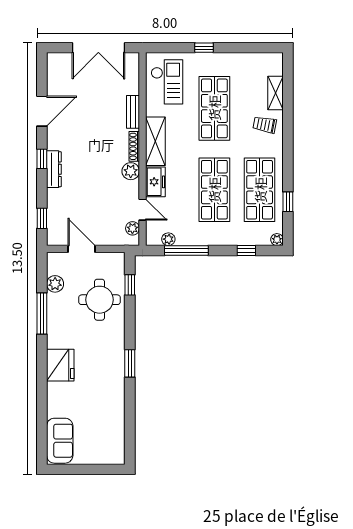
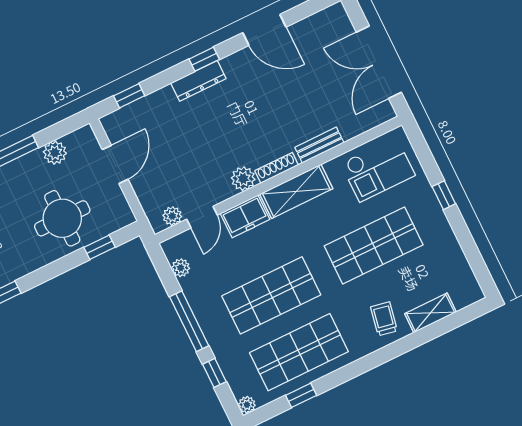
window: (186, 251) -> (189, 321), moved

